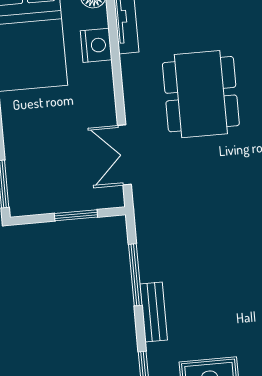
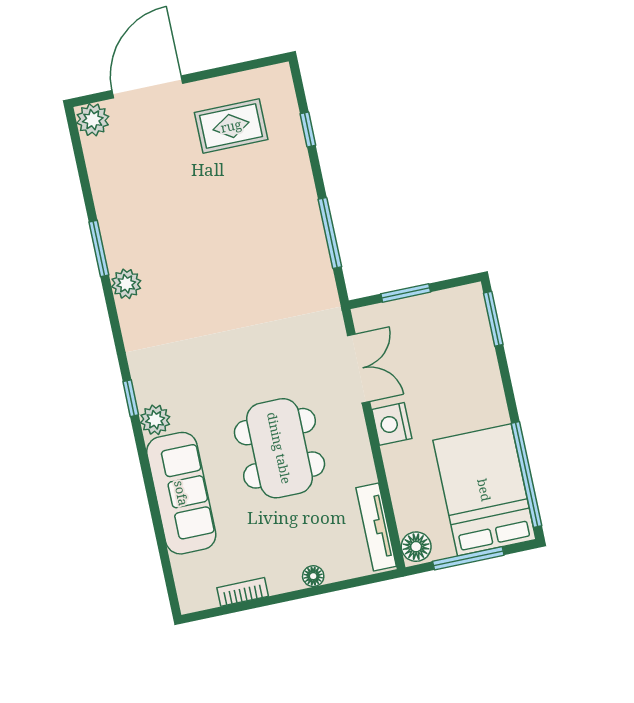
nightstand: (96, 45) -> (392, 424), moved
bench: (154, 312) -> (304, 193), removed

